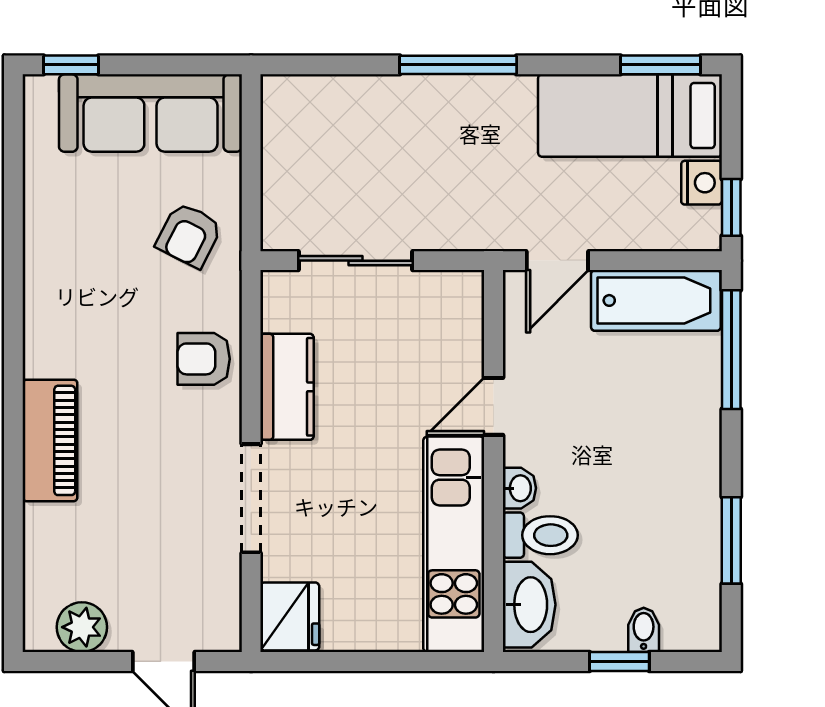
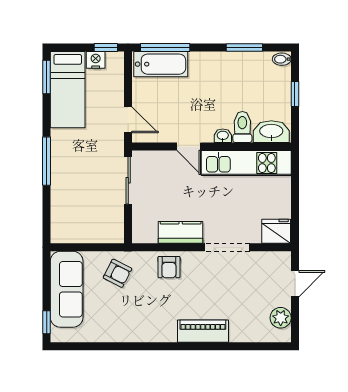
sliding door: (355, 261) -> (128, 180), moved
bathtub: (656, 300) -> (161, 64), moved, turned 90
bidet: (644, 630) -> (282, 59), moved

